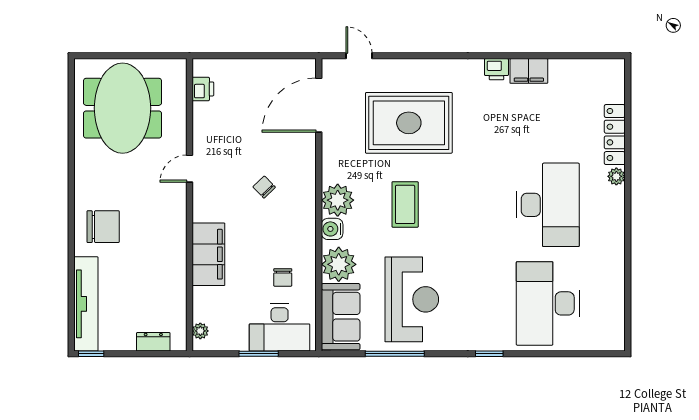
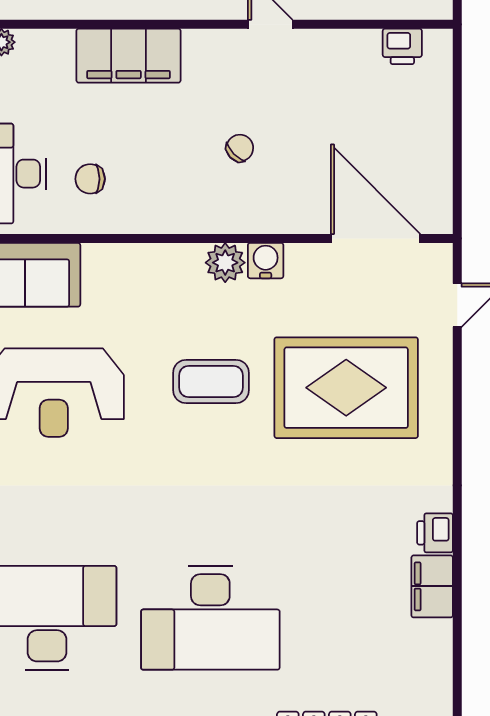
rug: (409, 123) -> (346, 388), turned 90
plant: (338, 200) -> (225, 263), width x0.73, depth x0.73
water cooler: (332, 229) -> (266, 261), moved
plant: (339, 264) -> (112, 272), removed

